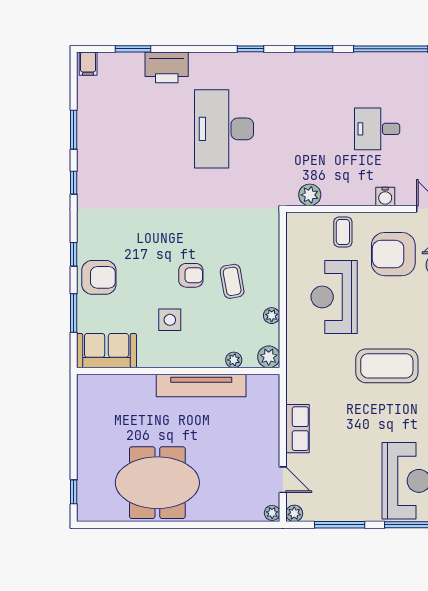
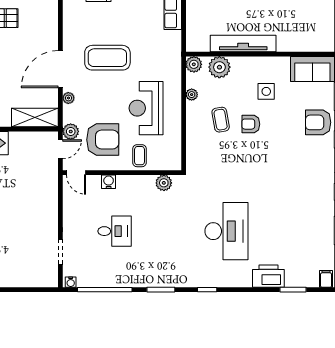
reception desk: (334, 297) -> (146, 108), turned 180
plant: (234, 360) -> (219, 67), width x1.87, depth x1.87

